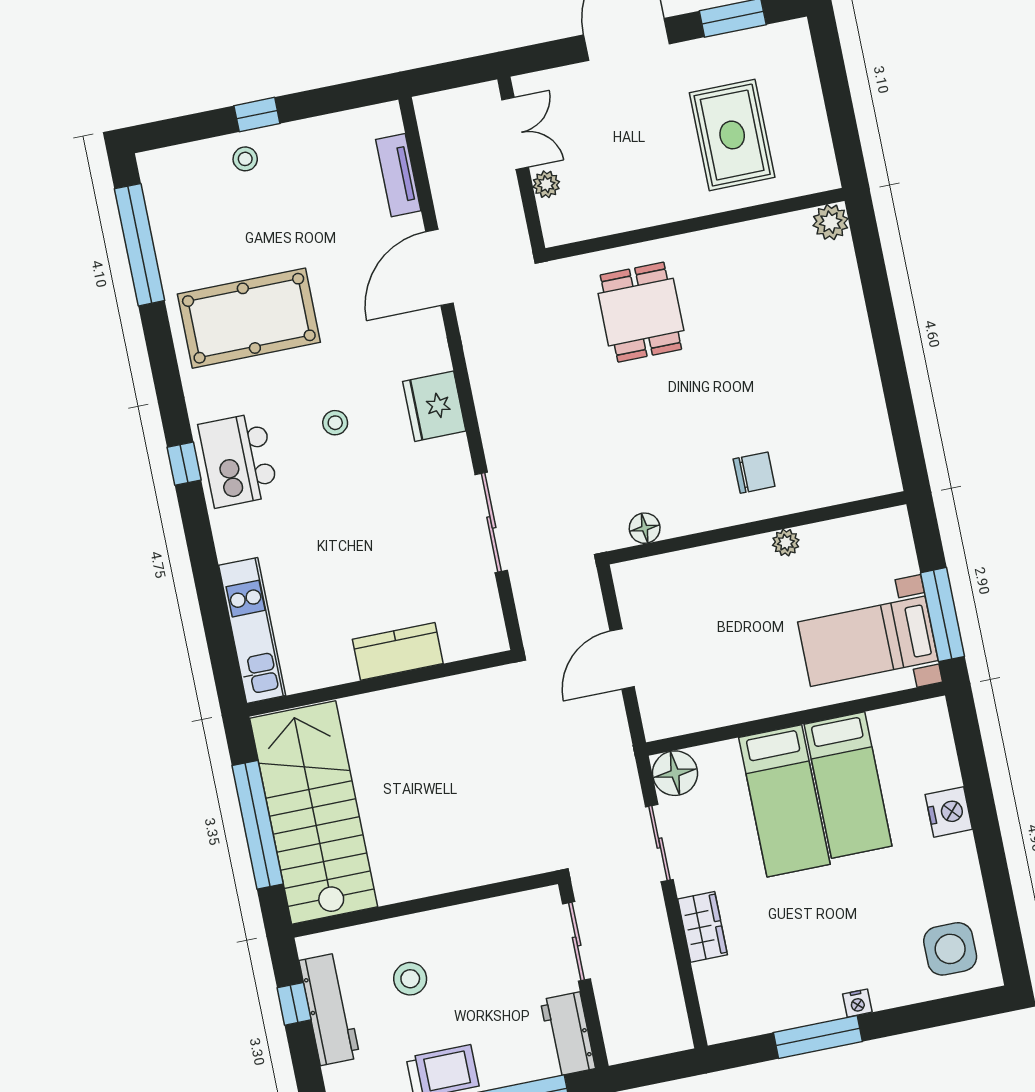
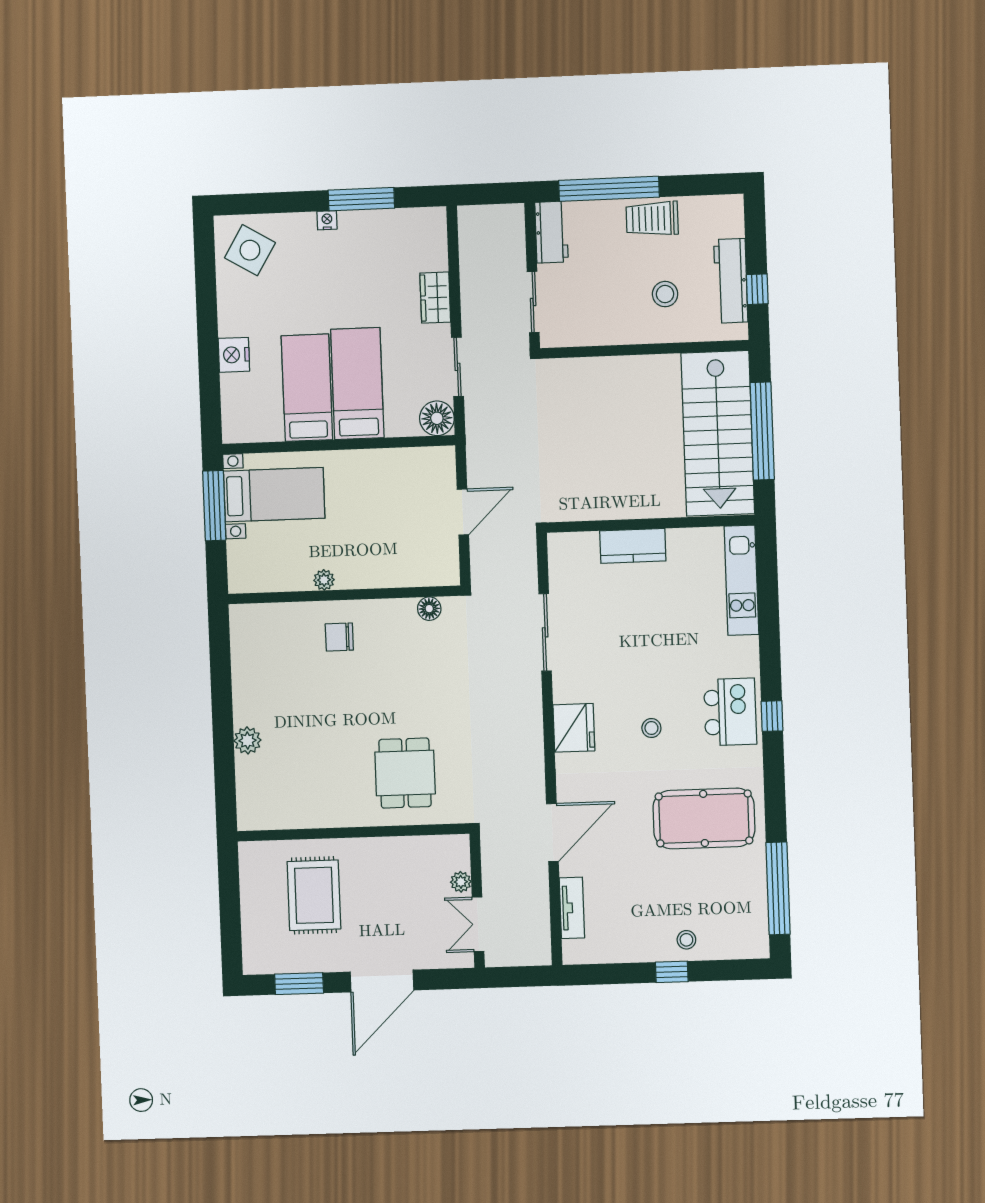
plant: (831, 222) -> (247, 740), moved
side table: (950, 949) -> (250, 250), turned 31

